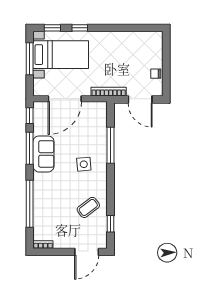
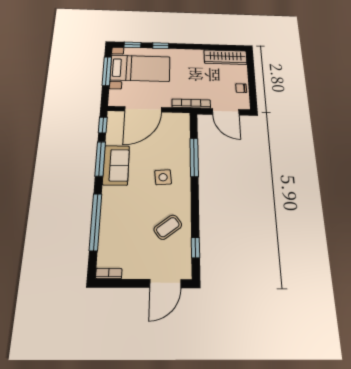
wardrobe: (142, 39) -> (225, 57), added

